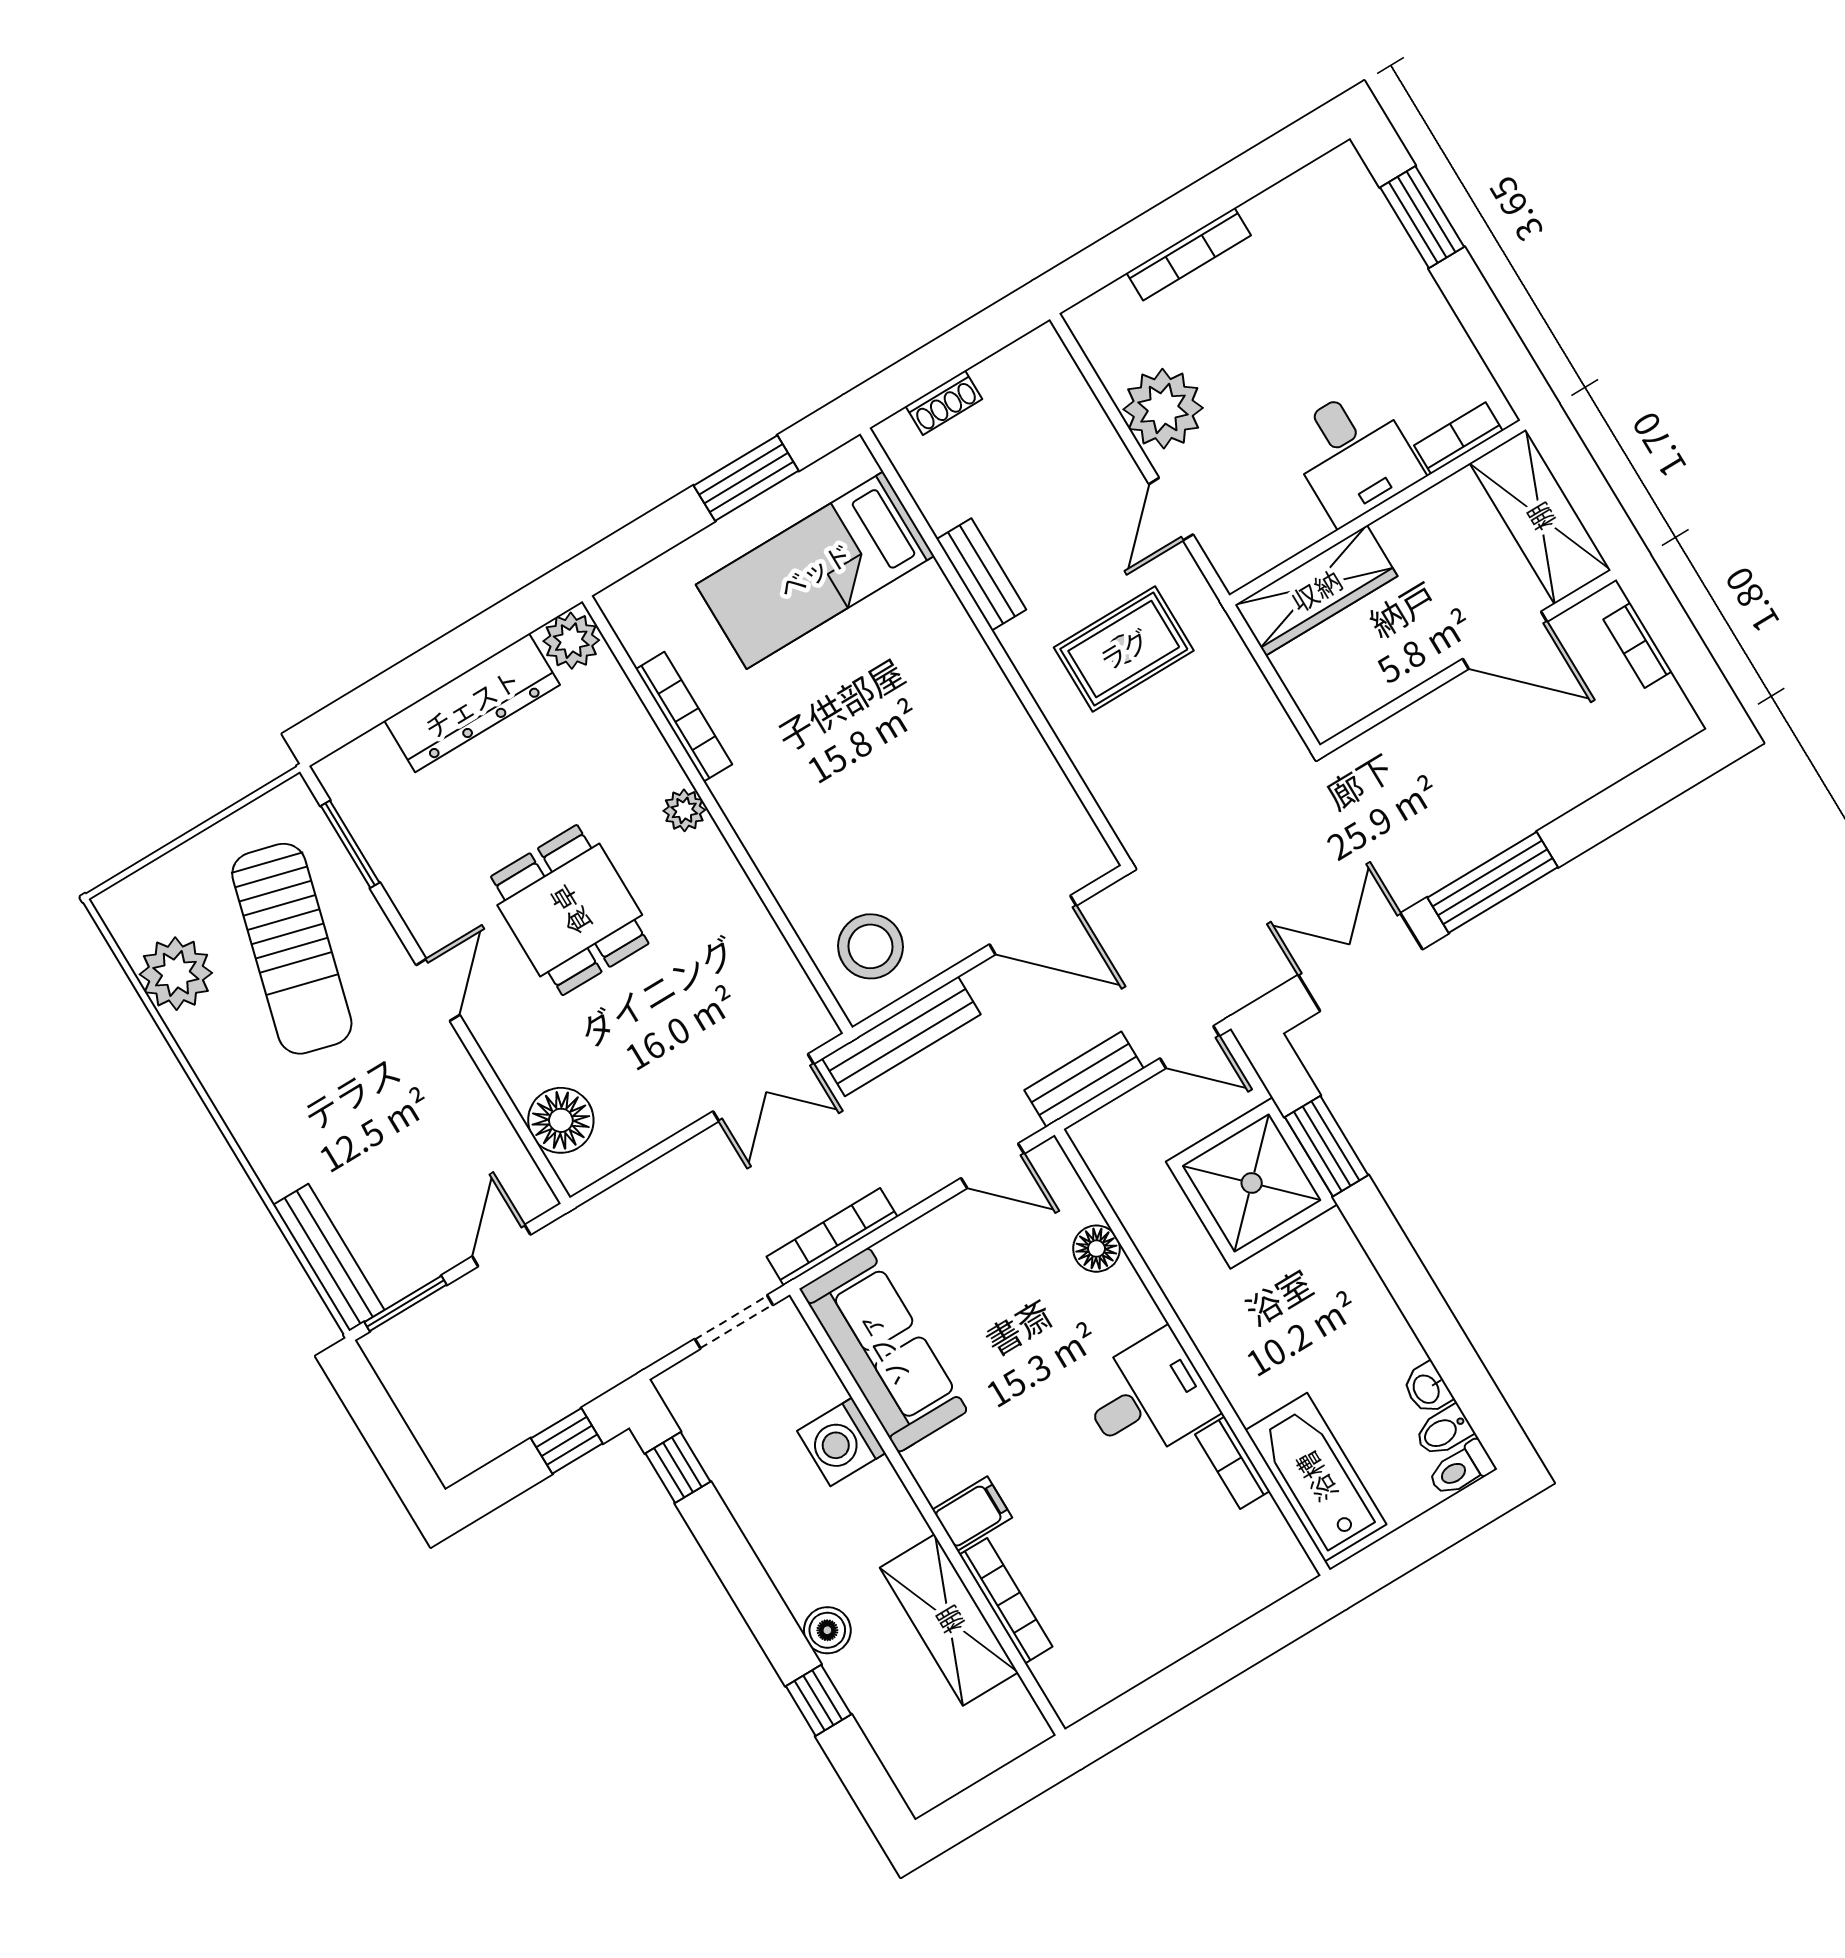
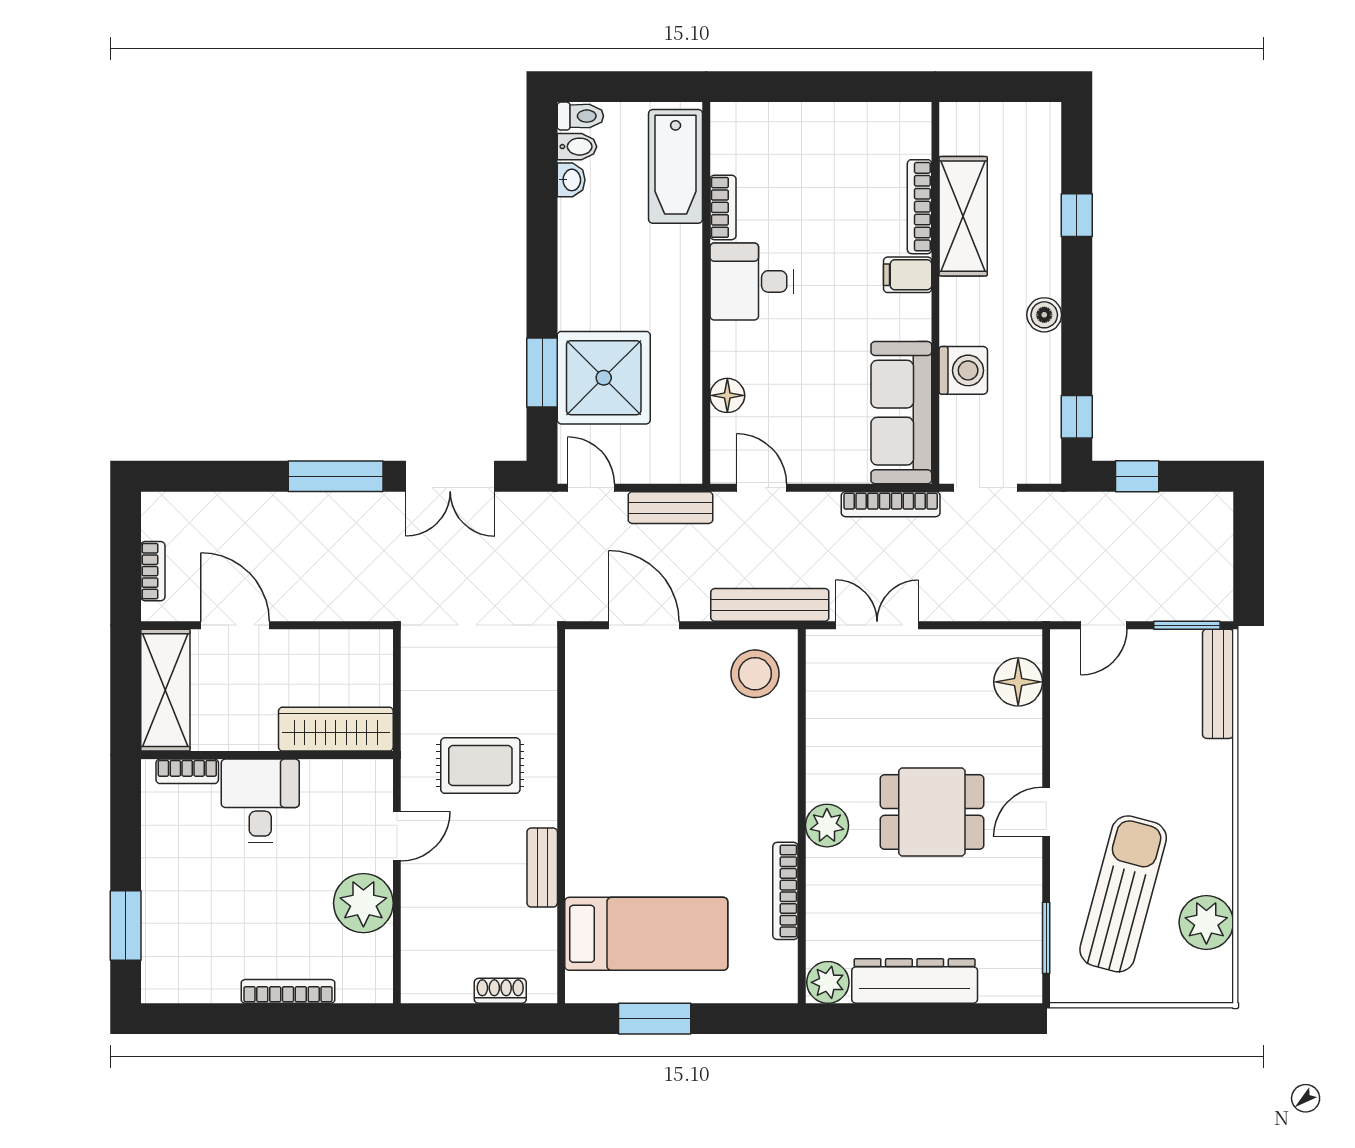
plant: (684, 810) -> (827, 826), width x1.38, depth x1.38
dining table: (570, 910) -> (932, 812), turned 90
boiler: (827, 1630) -> (1044, 315), moved

